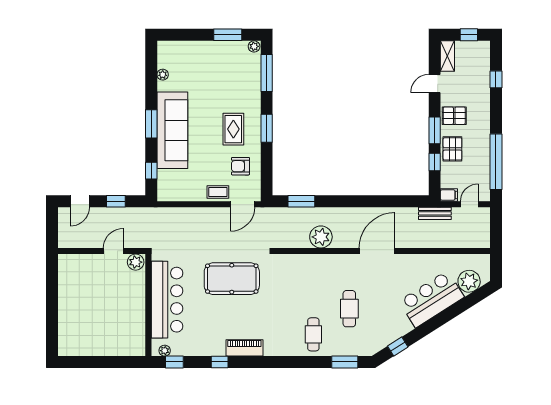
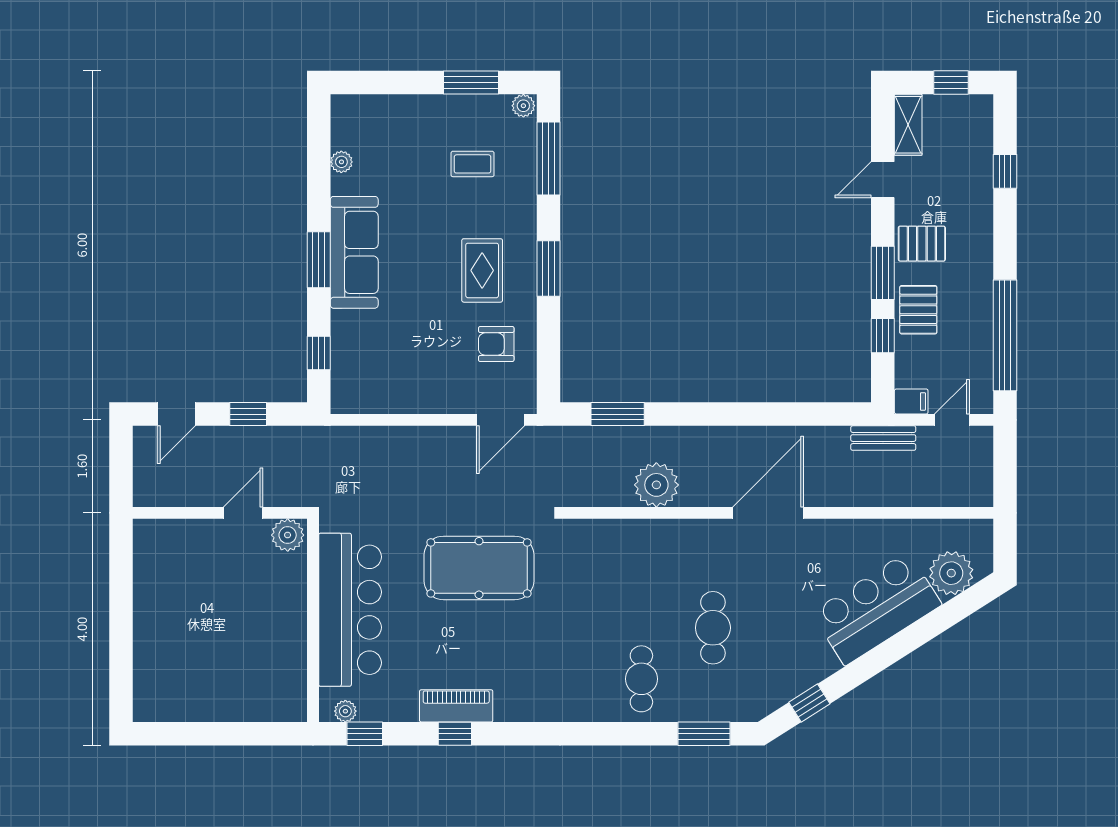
sofa: (172, 130) -> (354, 252), width x0.74, depth x0.79
coffee table: (218, 192) -> (473, 164), moved
piano: (244, 348) -> (456, 706), moved

